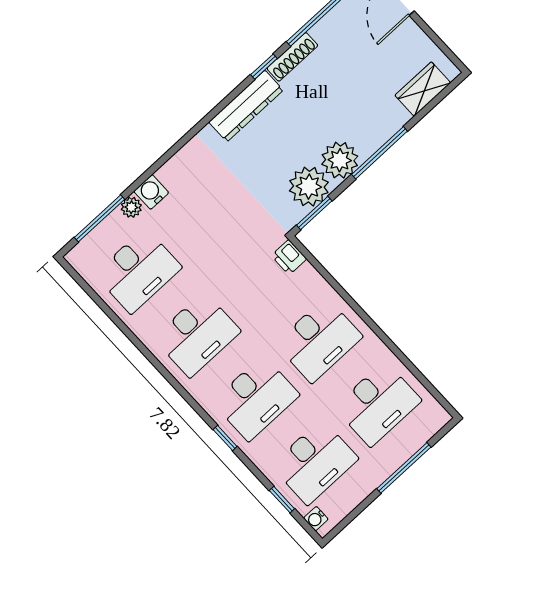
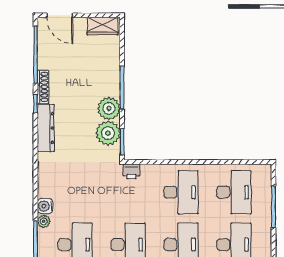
wardrobe: (423, 89) -> (102, 26), moved, turned -90

